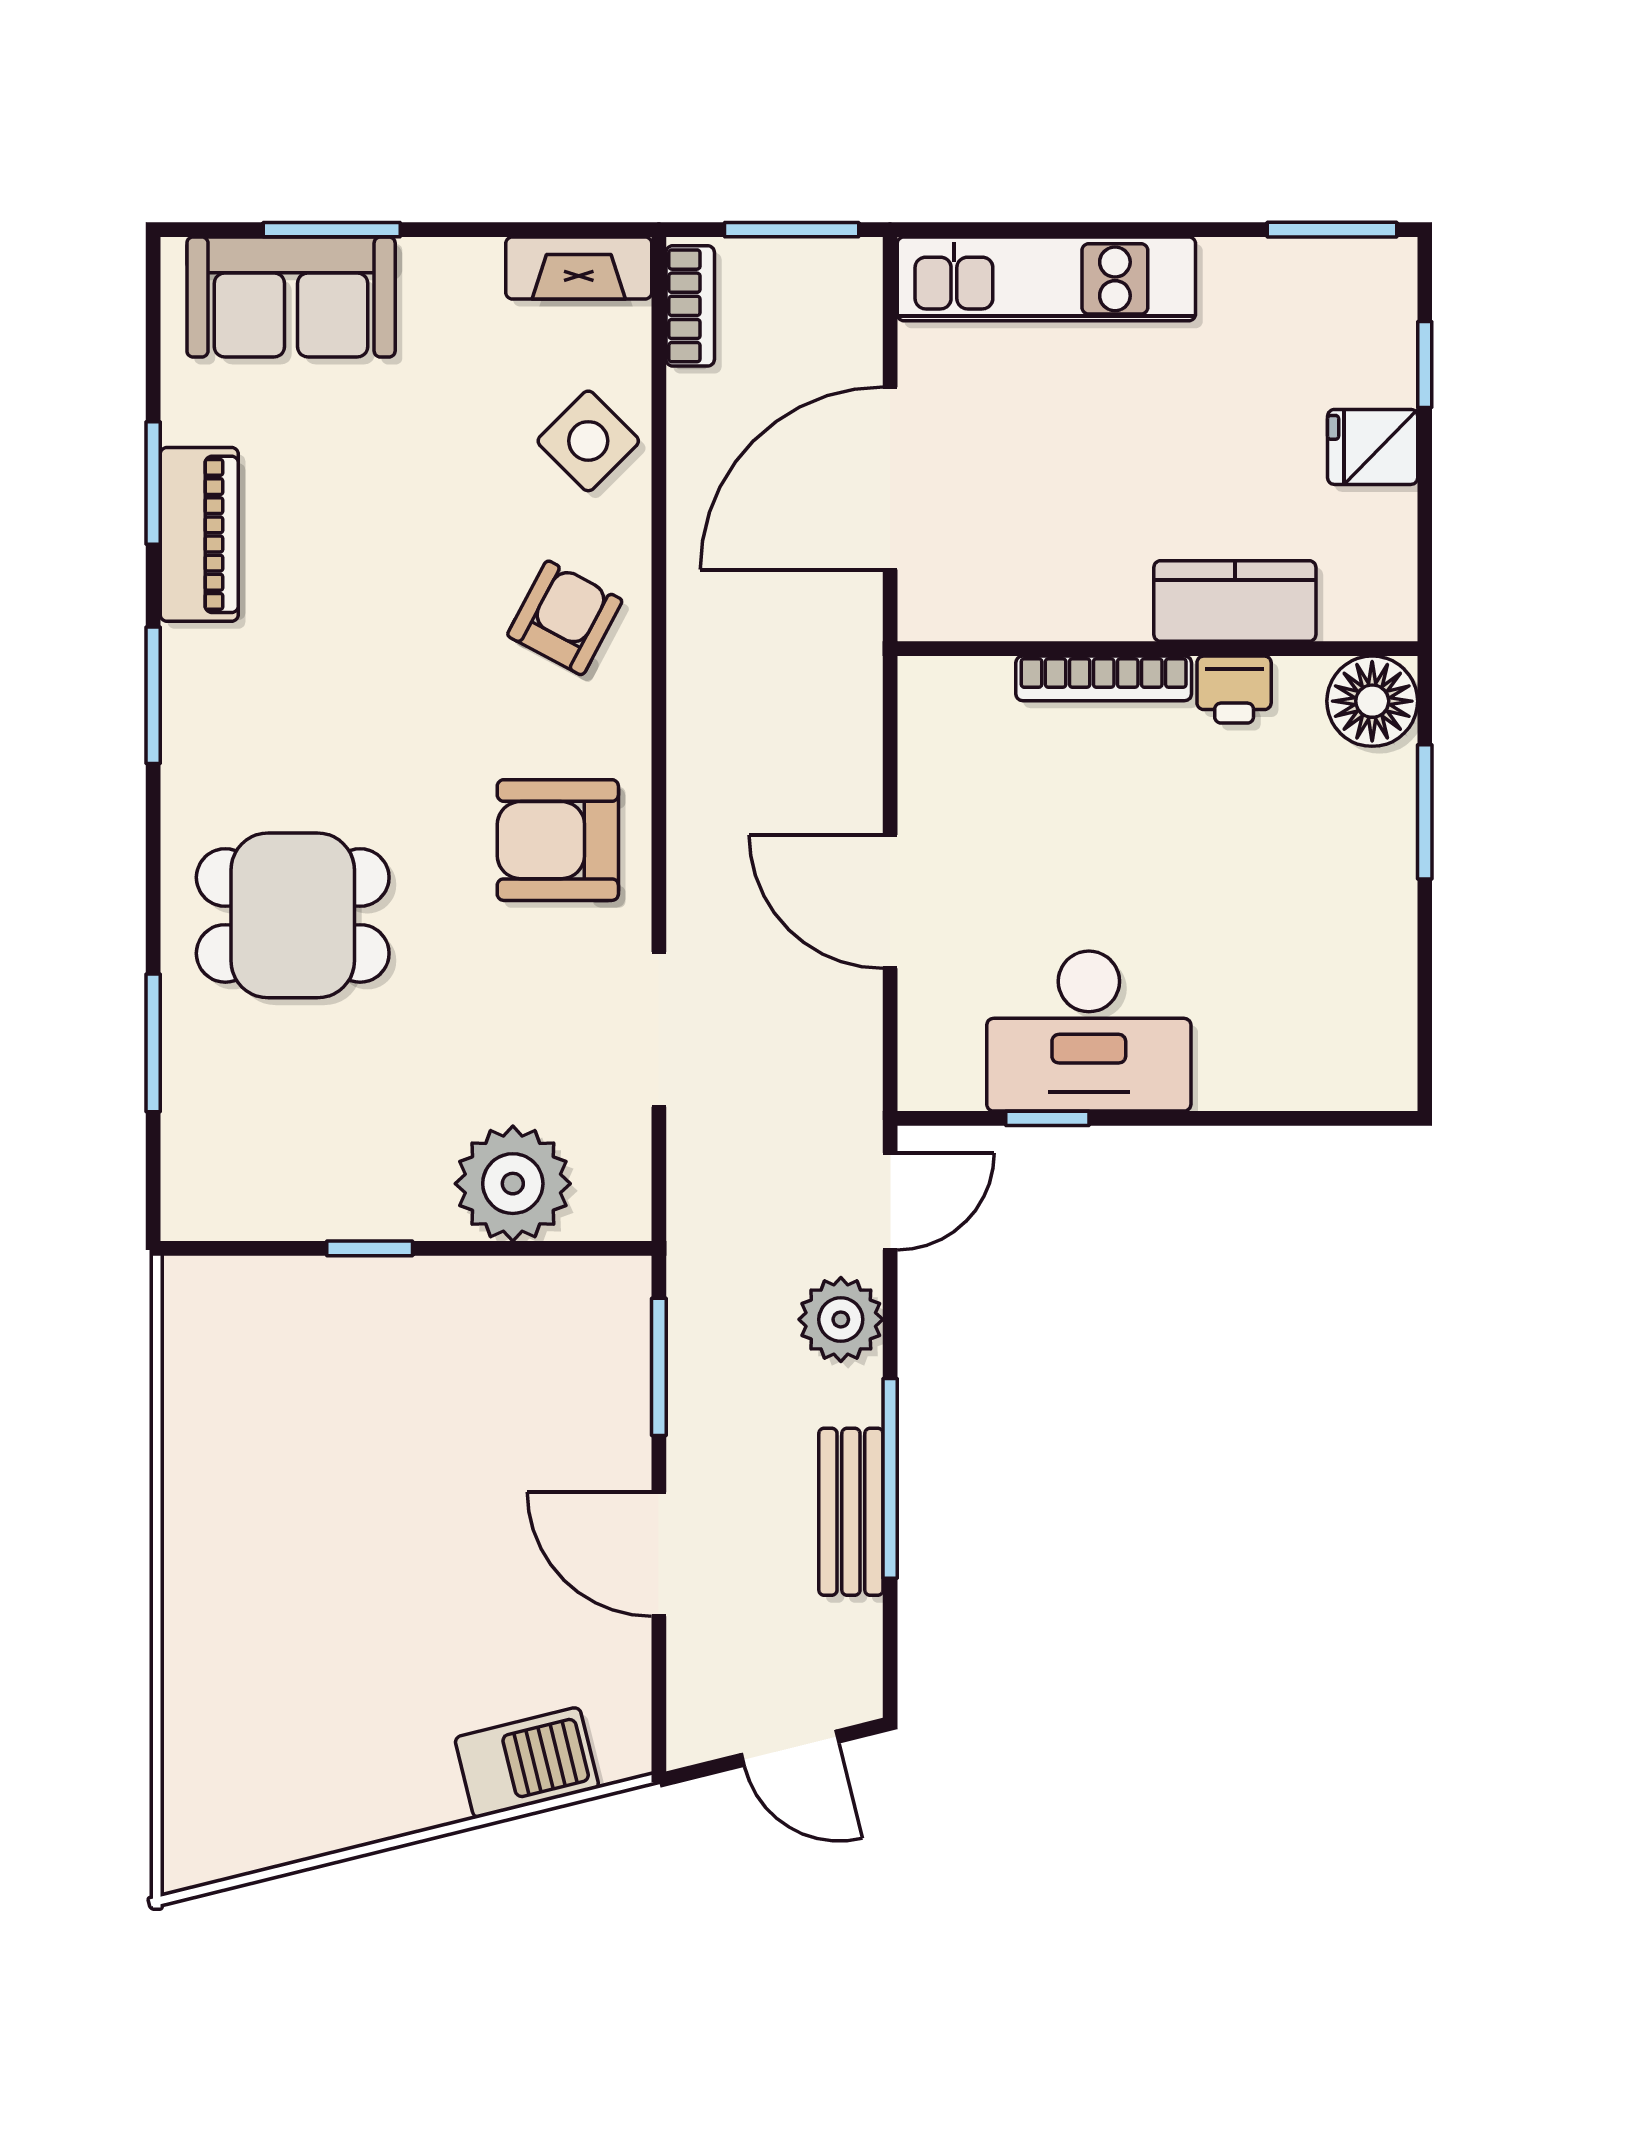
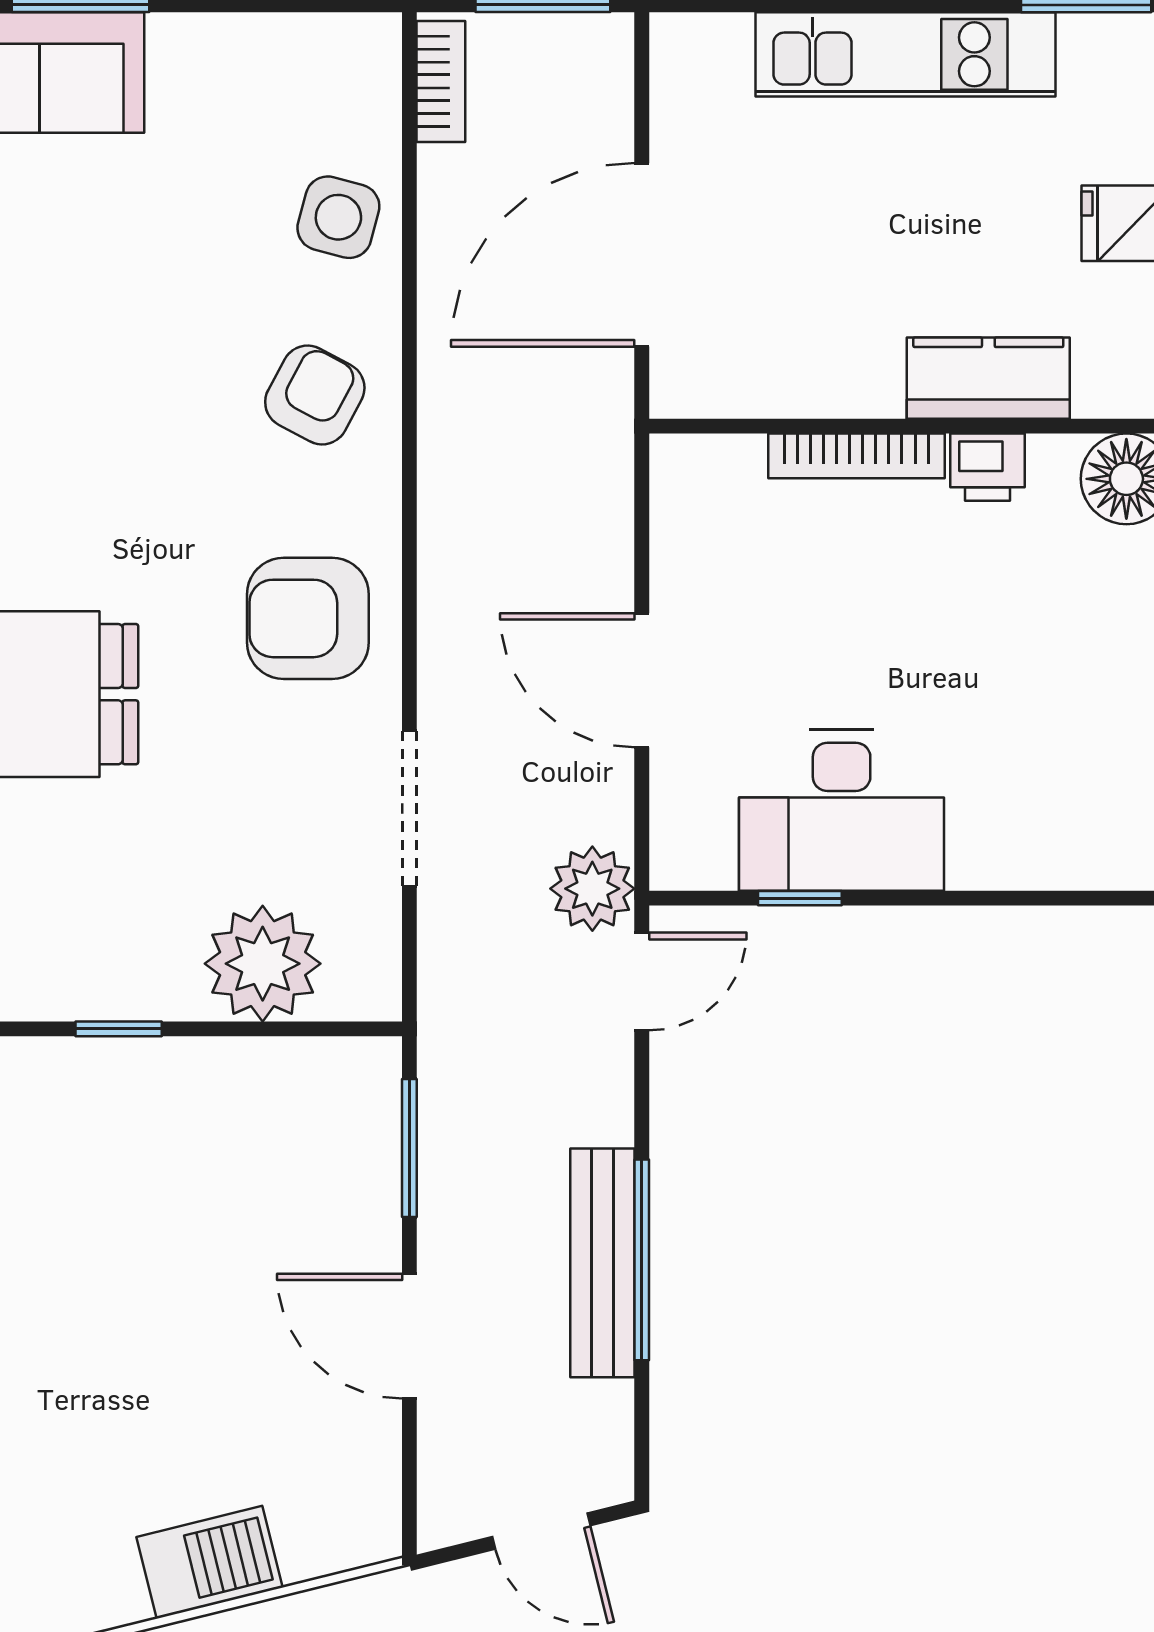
fireplace: (579, 268) -> (329, 43), removed
kitchen unit: (1046, 279) -> (905, 54), moved
side table: (588, 441) -> (338, 217), turned -30
plant: (841, 1319) -> (592, 889), moved
bench: (851, 1512) -> (602, 1263), width x1.36
barbecue: (527, 1763) -> (209, 1562), moved

